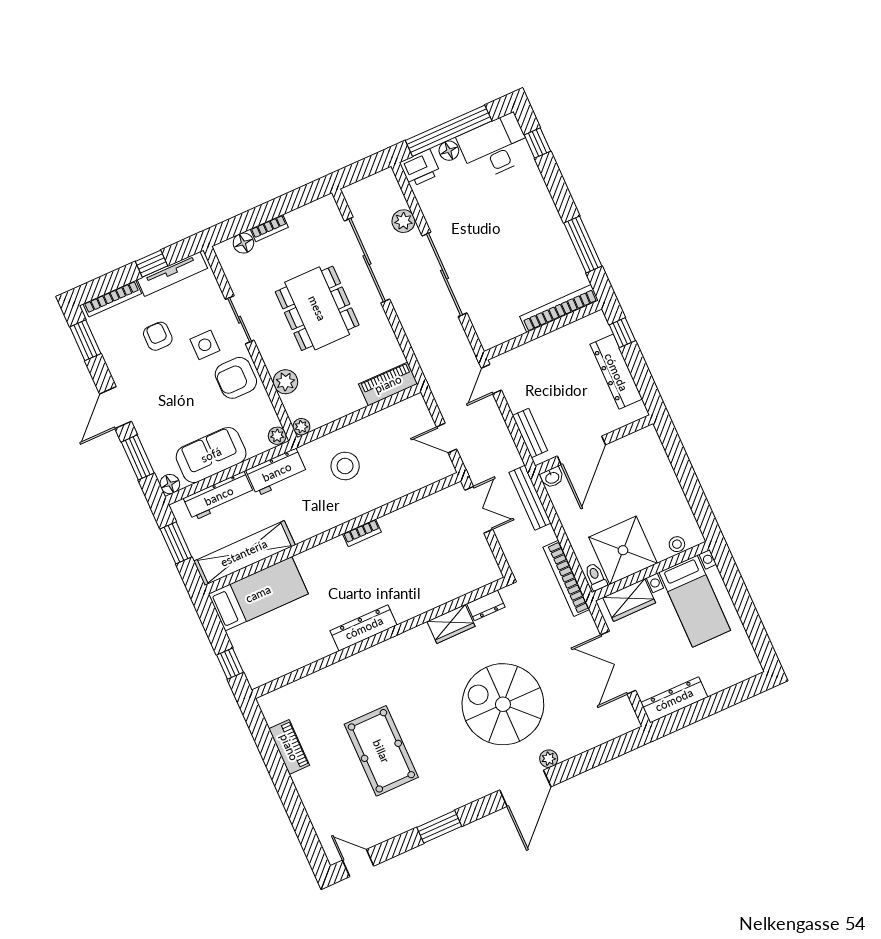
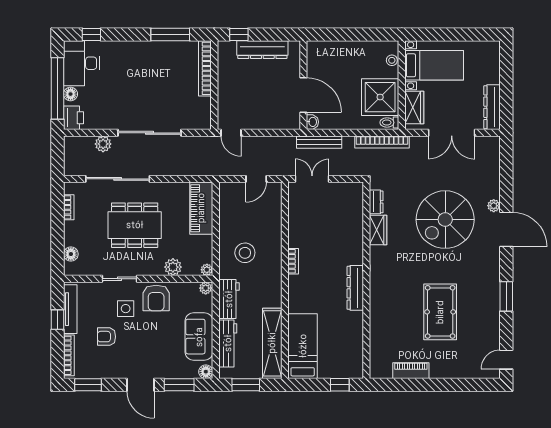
bookcase: (269, 228) -> (69, 207), moved
piano: (388, 384) -> (201, 208), width x1.37, depth x1.33
bench: (530, 433) -> (277, 123), removed
pool table: (381, 751) -> (440, 312), turned 90

